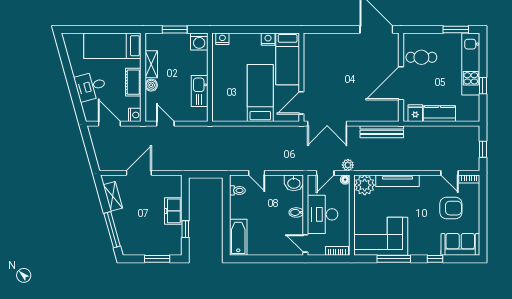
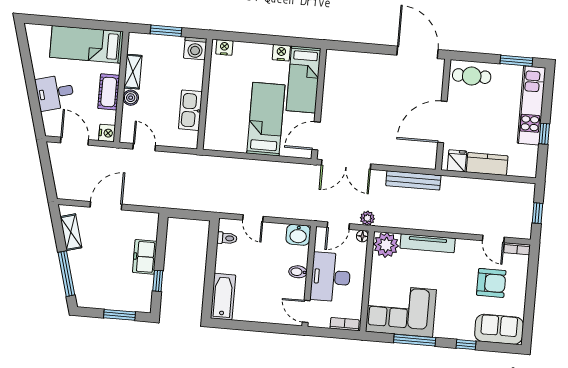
cafe table: (421, 57) -> (472, 76), moved

